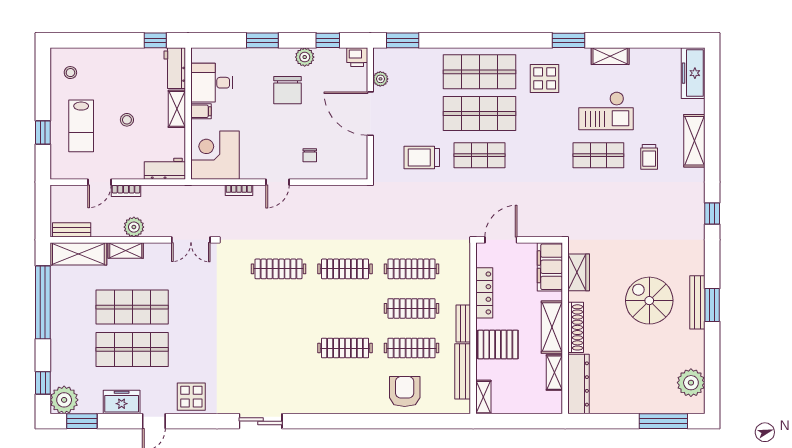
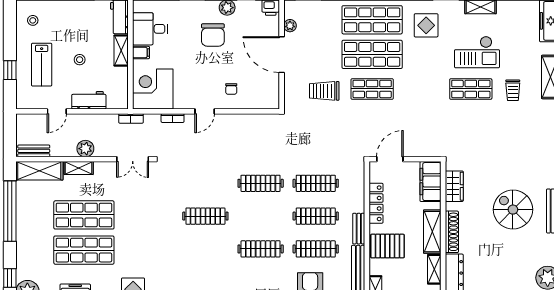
workbench: (165, 169) -> (89, 100), moved
bookcase: (126, 191) -> (131, 118), moved
clothes rail: (279, 269) -> (205, 216), moved

